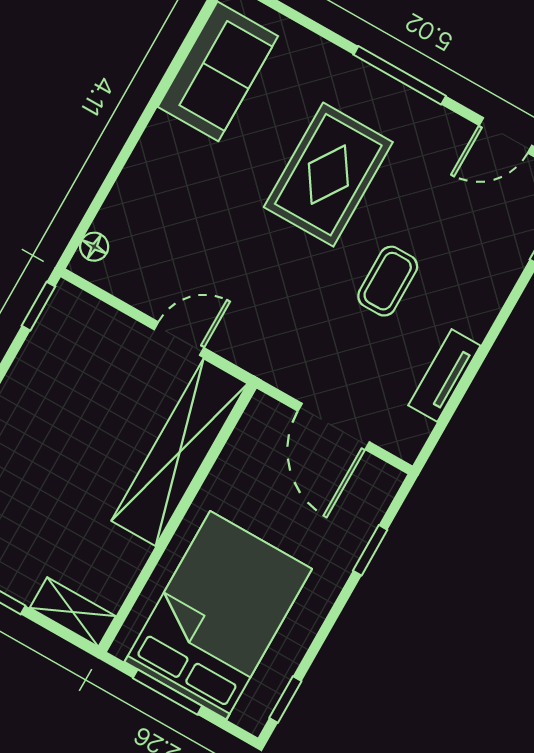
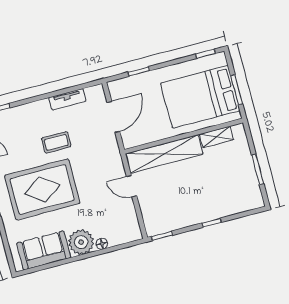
plant: (168, 152) -> (81, 242), added
rug: (328, 175) -> (42, 189), width x1.37, depth x1.44
floor lamp: (94, 247) -> (102, 244), moved
shelving: (73, 612) -> (217, 137), moved, turned 90

